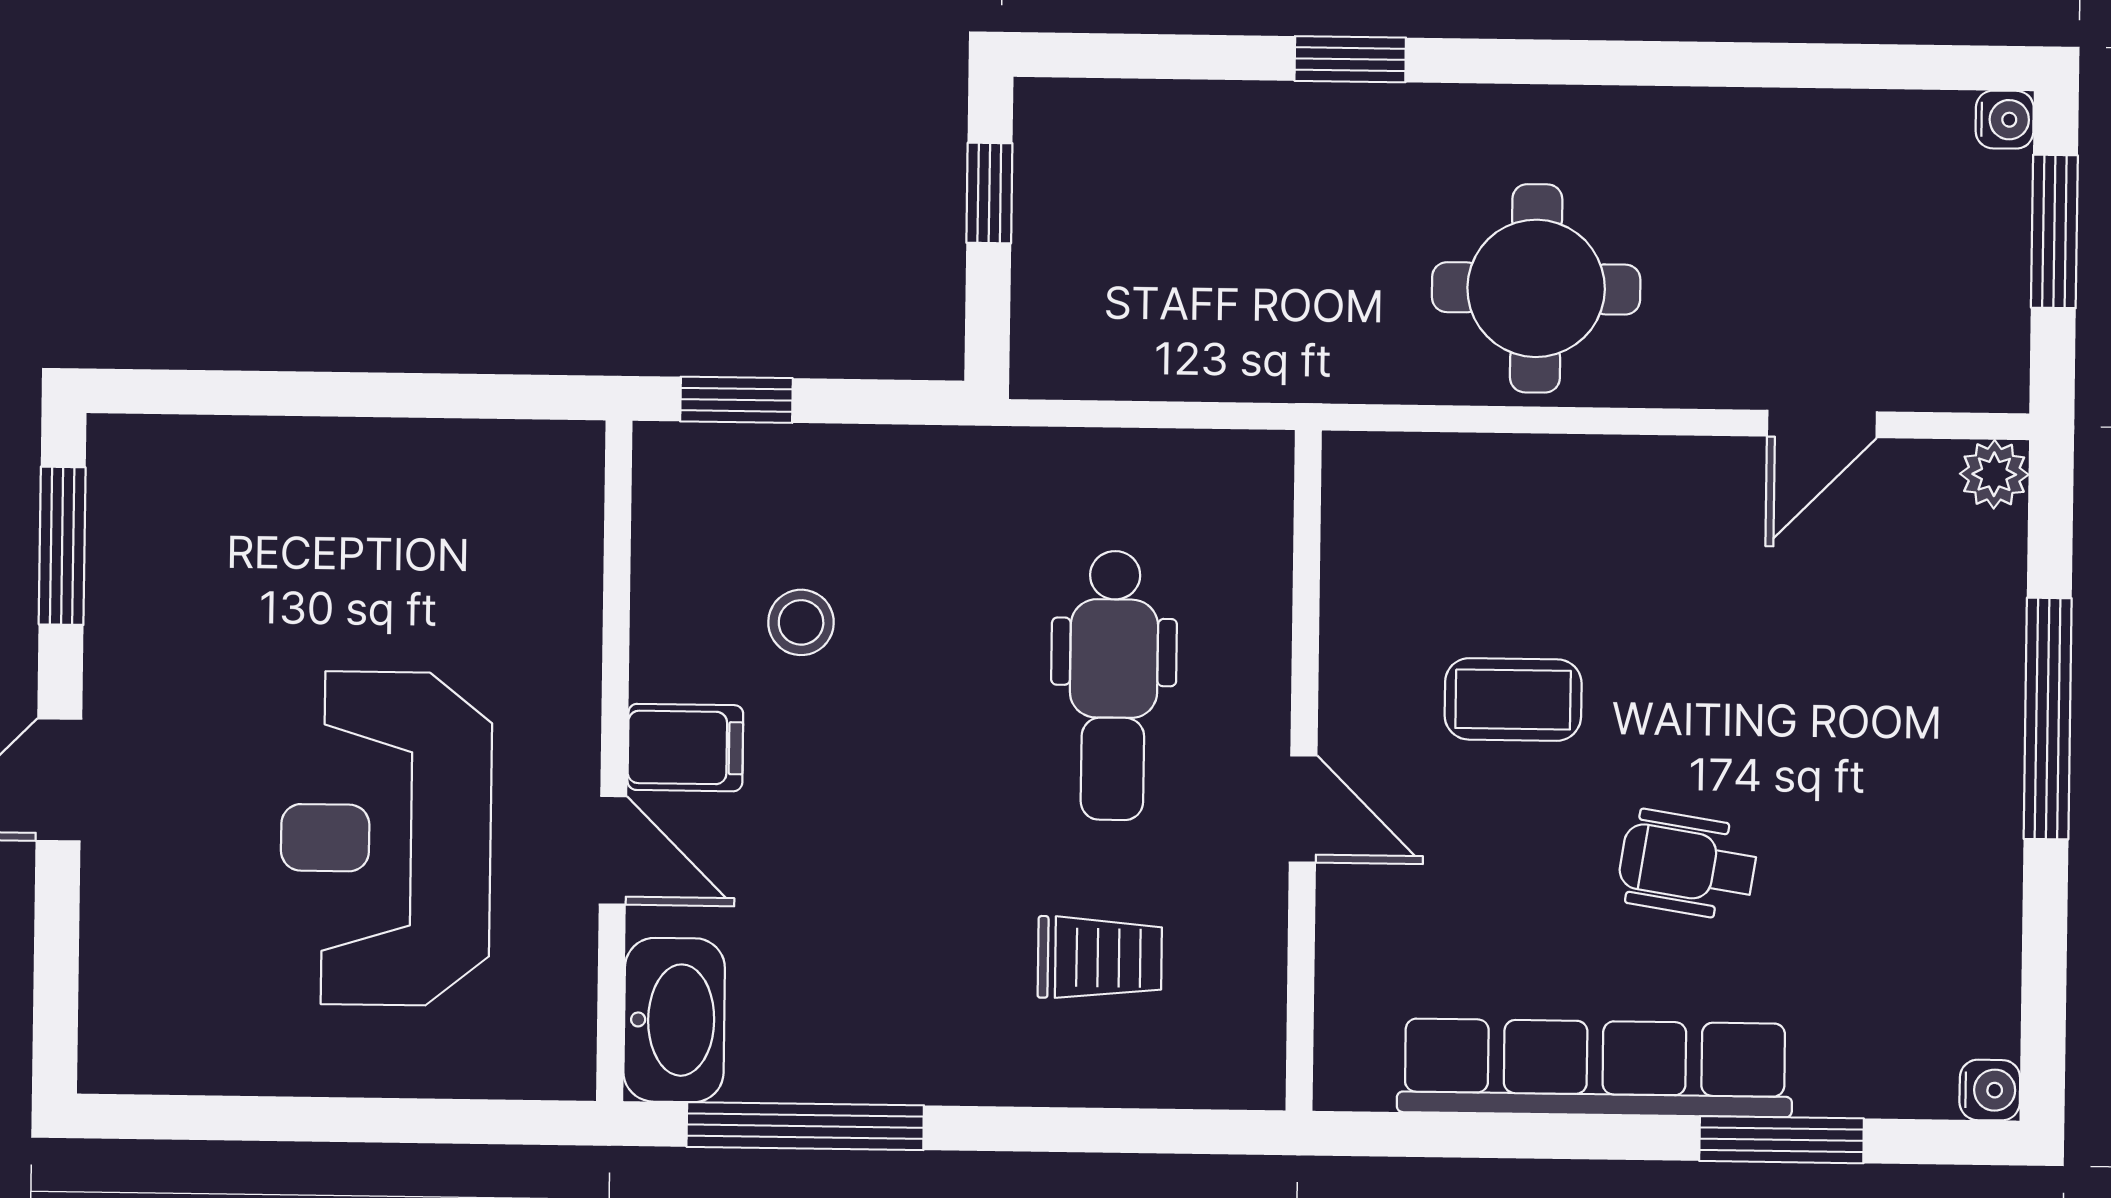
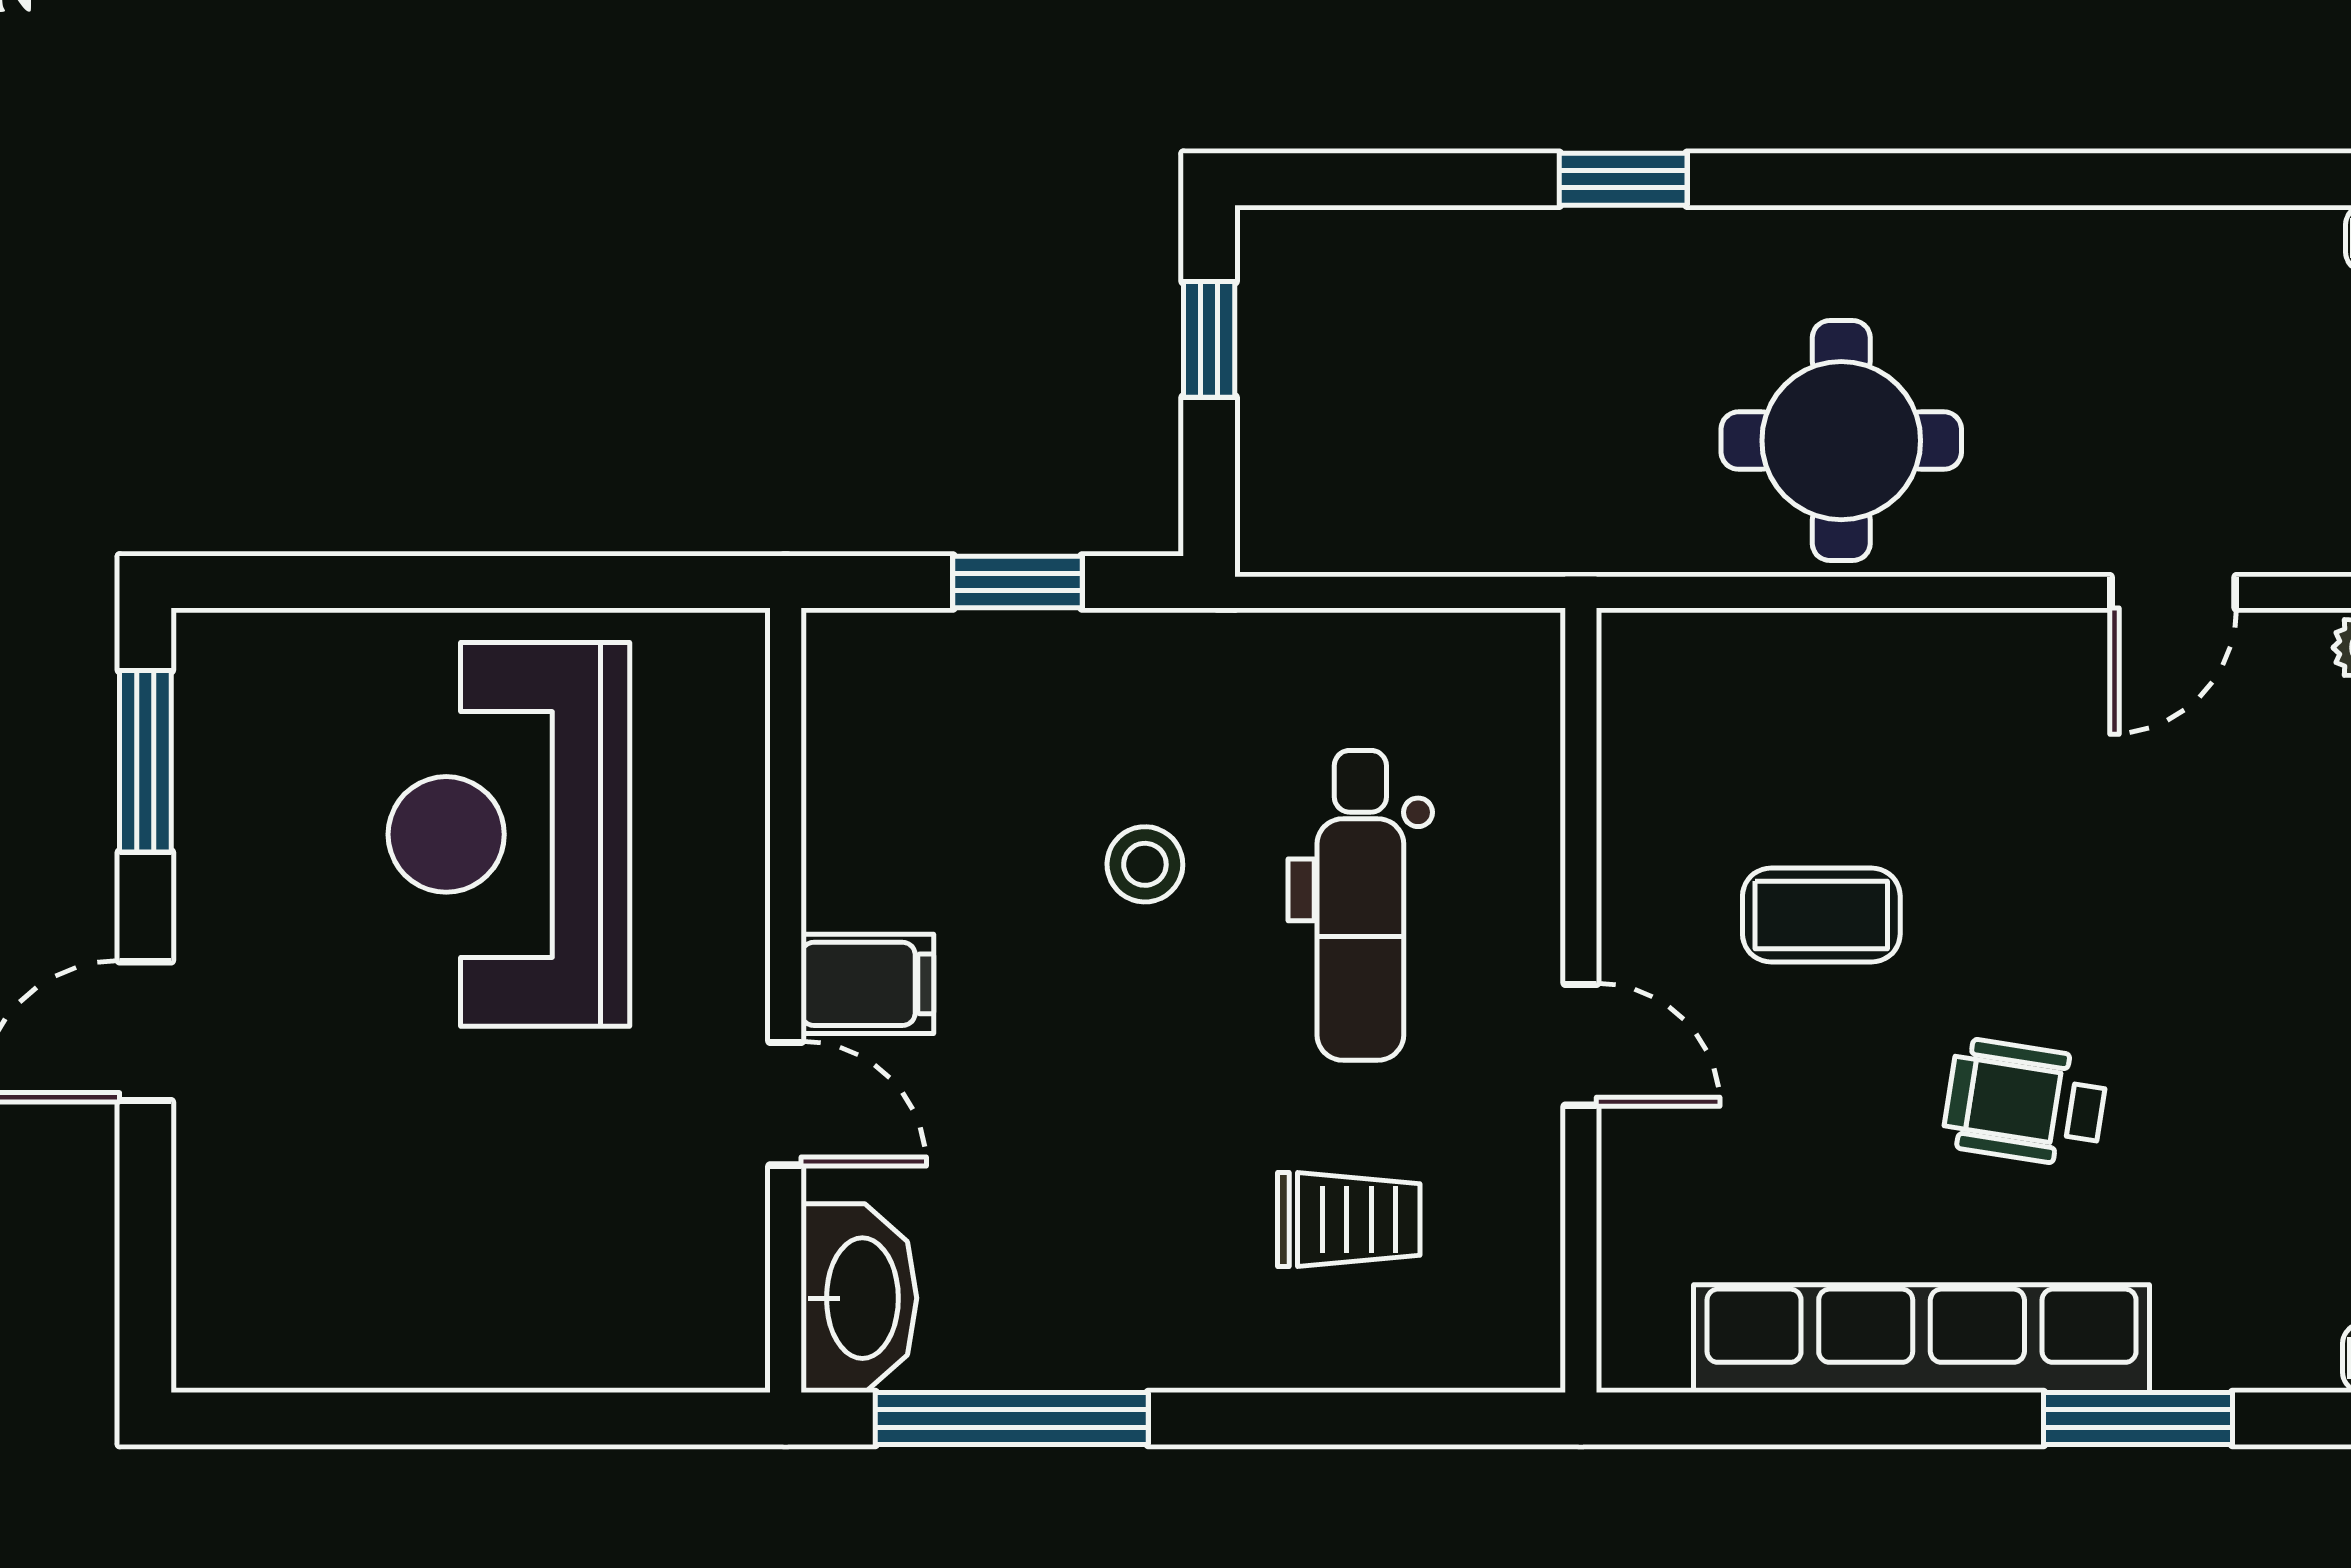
window: (737, 400) -> (1017, 582), moved
stool: (801, 622) -> (1145, 864), moved
reception desk: (386, 838) -> (509, 834), moved

